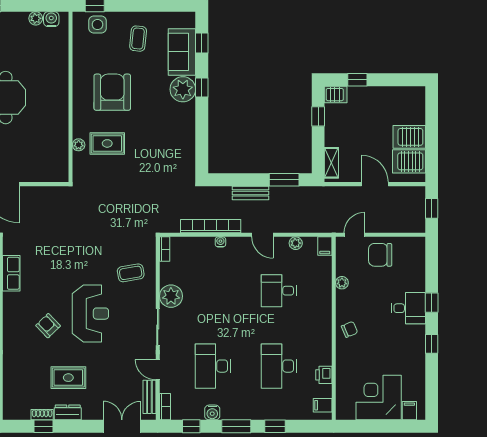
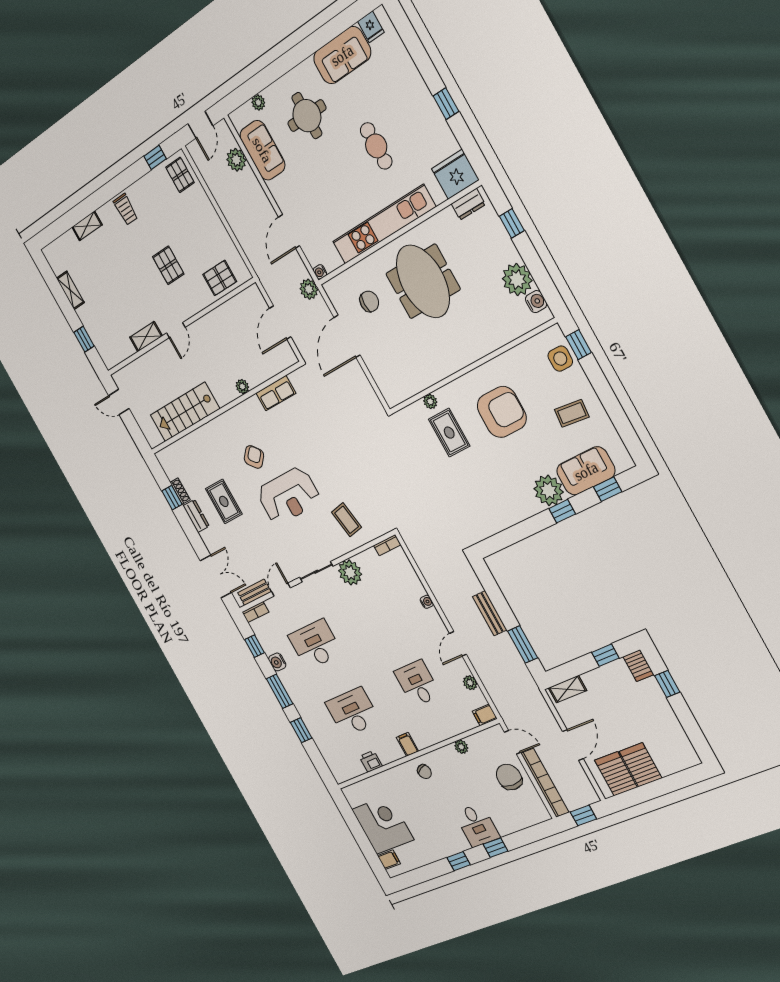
plant: (36, 18) -> (517, 280), width x1.87, depth x1.87
bookcase: (211, 226) -> (545, 783), moved
filing cabinet: (323, 405) -> (407, 744), moved

